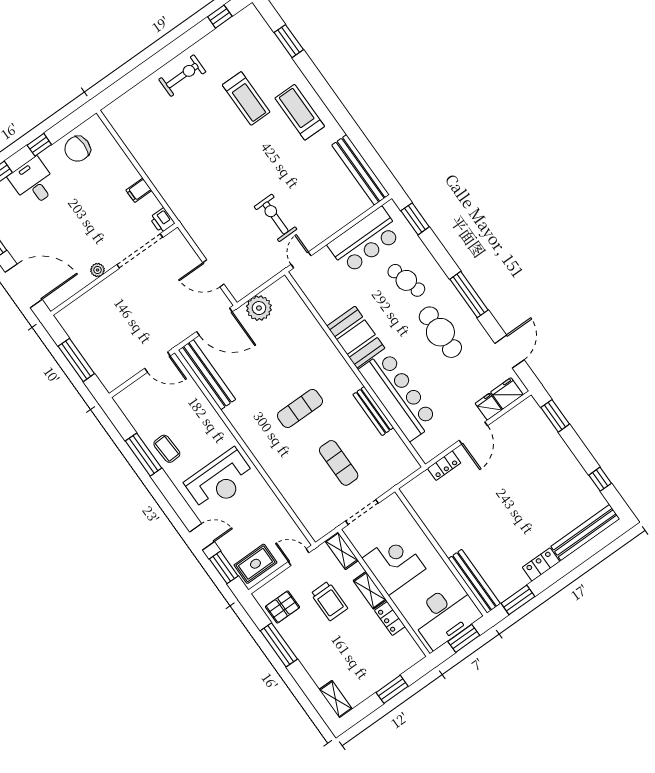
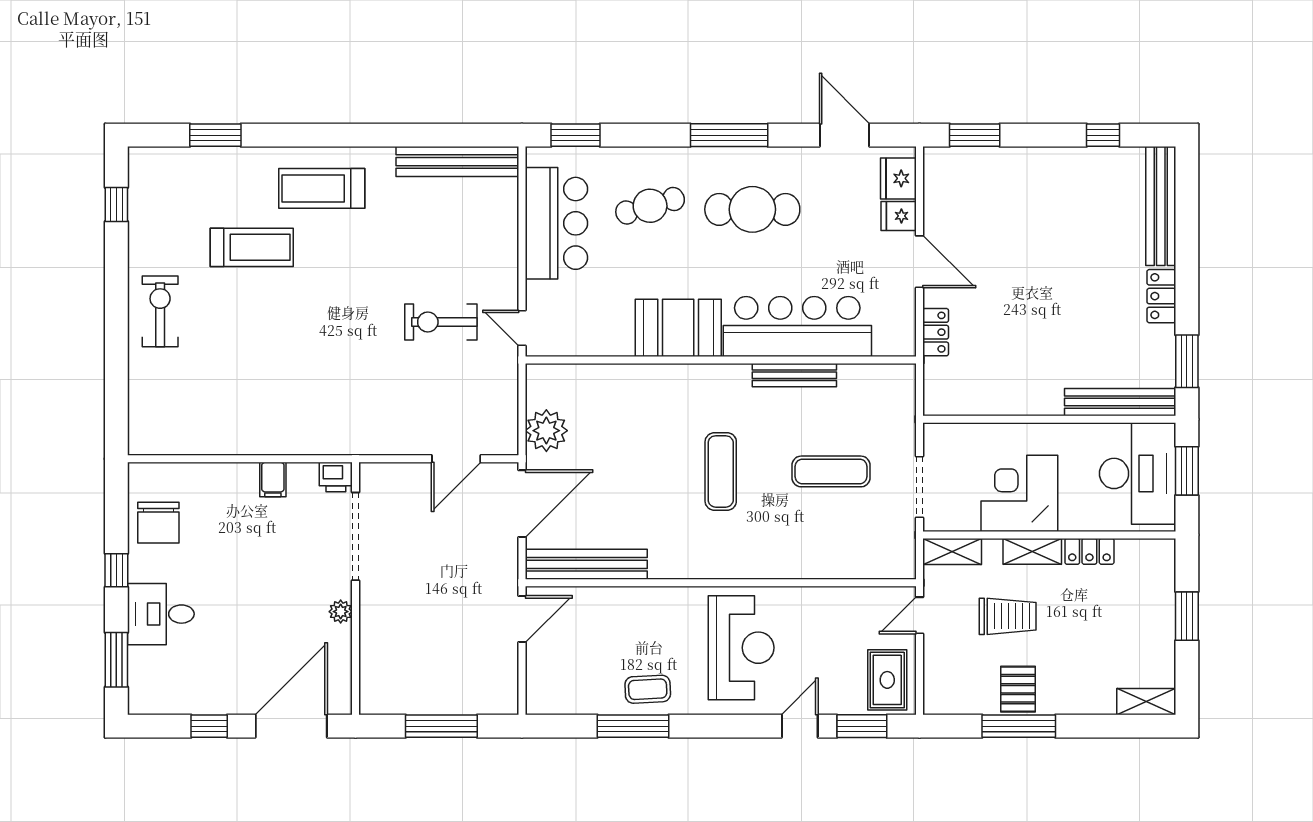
pallet: (283, 607) -> (1018, 689), moved

